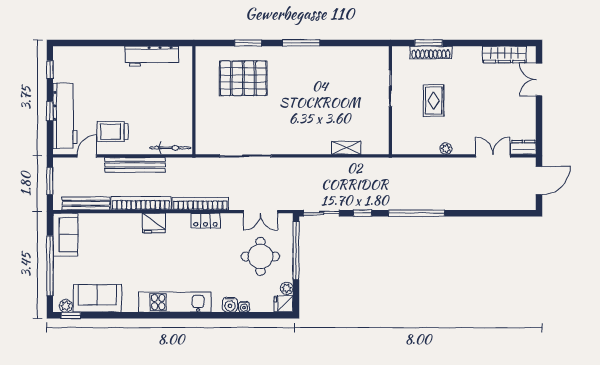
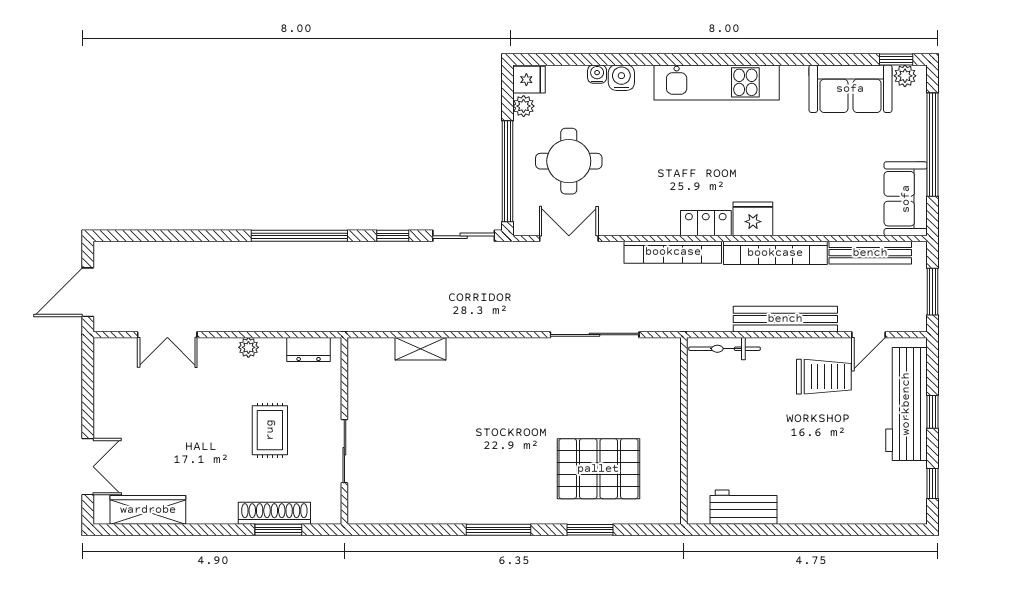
workbench: (152, 56) -> (744, 507), width x0.73
dresser: (523, 147) -> (309, 350), moved
locker: (205, 221) -> (706, 223), moved

